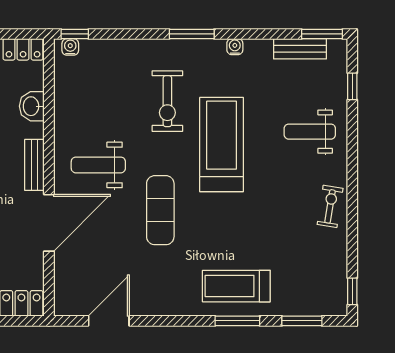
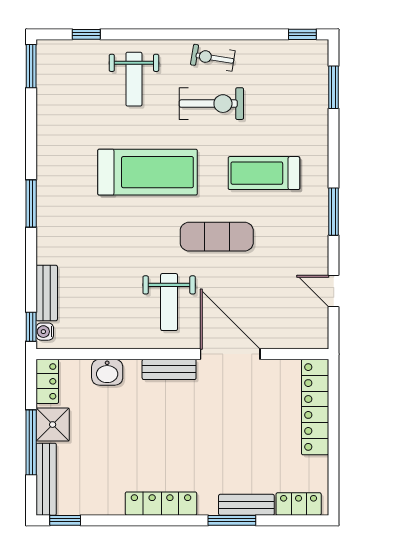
water cooler: (235, 47) -> (44, 158), removed
bench: (300, 49) -> (47, 293), moved
exercise bike: (167, 101) -> (211, 104), moved
treadmill: (222, 145) -> (148, 172), turned 180
treadmill: (236, 286) -> (264, 173), moved, turned 90
door: (109, 321) -> (334, 291), width x0.73
window: (237, 321) -> (334, 212), moved

